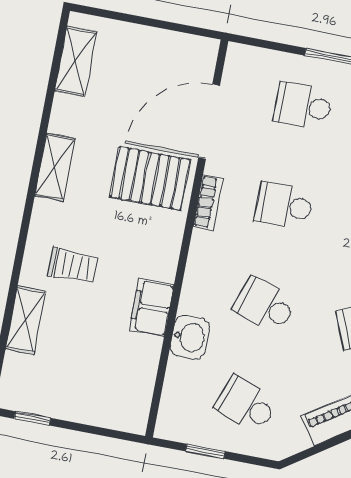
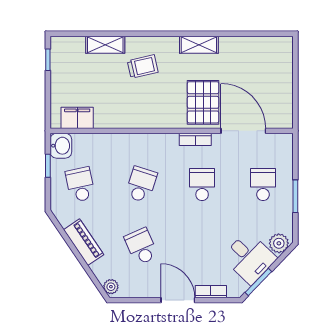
shelving: (76, 61) -> (264, 45), removed
trolley: (73, 266) -> (143, 67), turned -103
filing cabinet: (152, 308) -> (77, 118), moved
washbasin: (190, 337) -> (61, 146), moved, turned -90
school desk: (246, 404) -> (80, 185), turned -33

